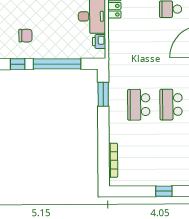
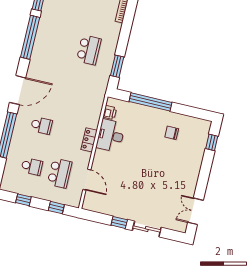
window: (18, 64) -> (184, 110), removed
school desk: (171, 105) -> (61, 43), removed

